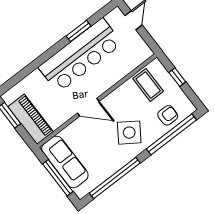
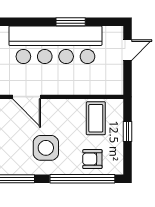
armchair: (168, 115) -> (92, 159), turned 180
side table: (129, 133) -> (46, 148), turned -34

